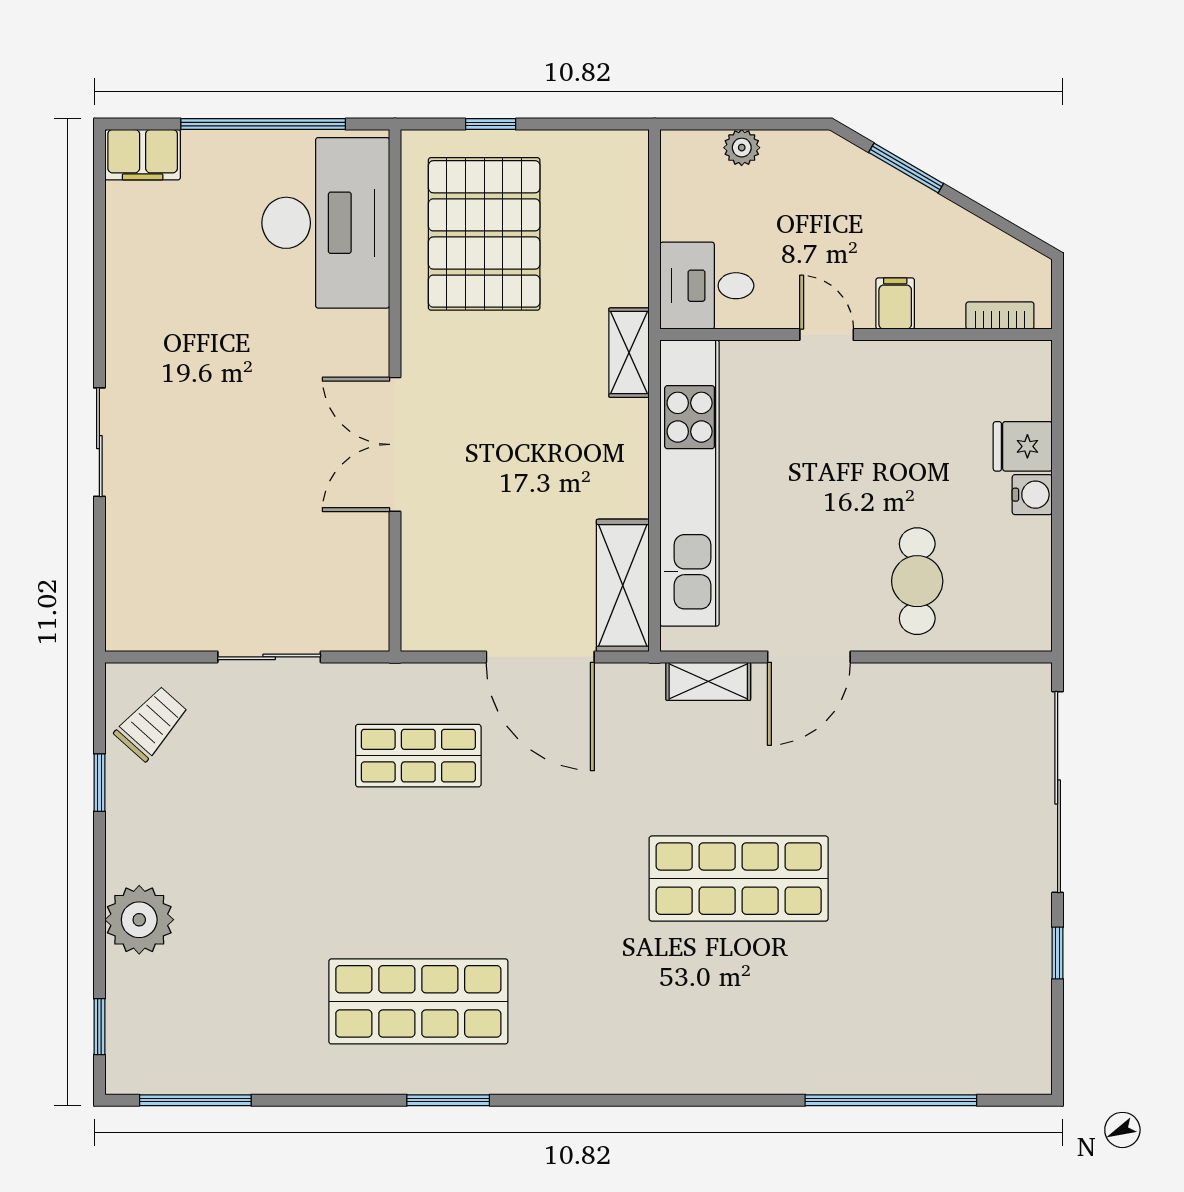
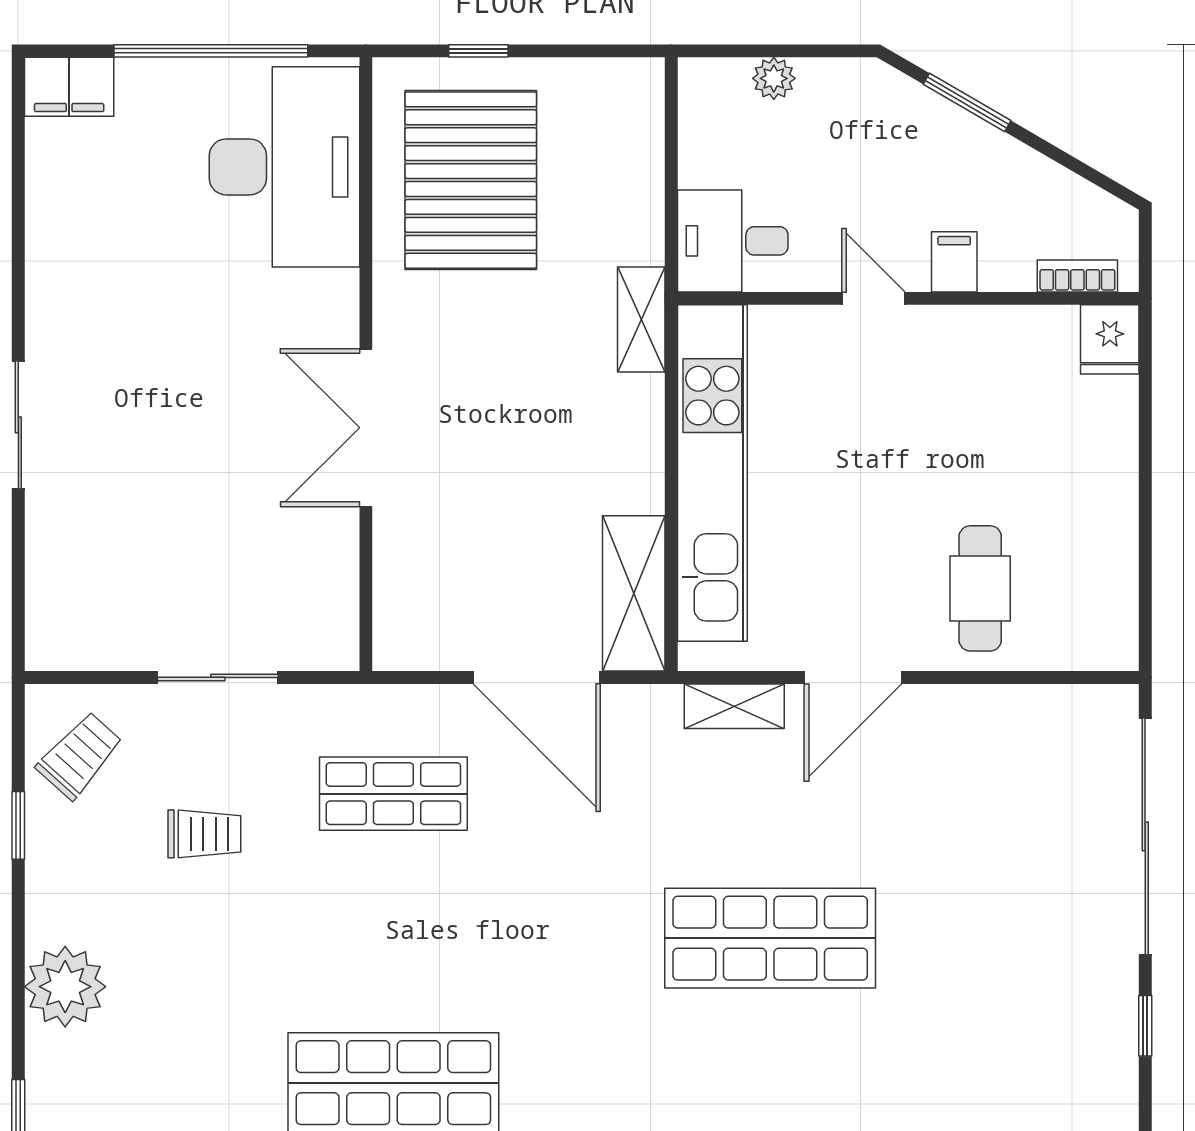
fridge: (1023, 446) -> (1110, 339), moved, turned -90
water cooler: (1032, 495) -> (1115, 487), removed
trolley: (258, 790) -> (204, 834), added

